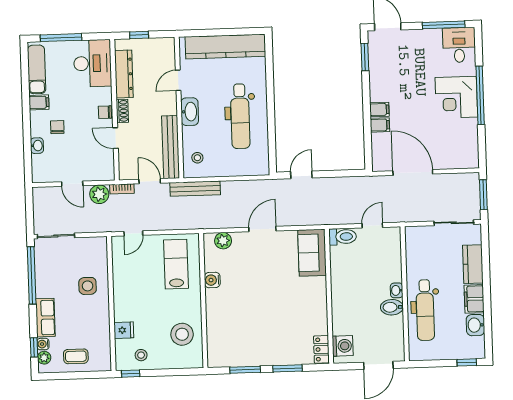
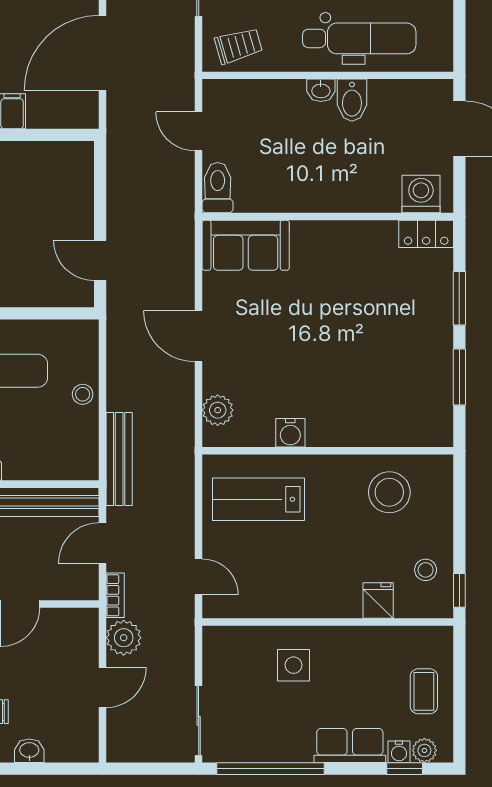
stool: (197, 158) -> (83, 394), moved
trolley: (419, 245) -> (239, 46), added

